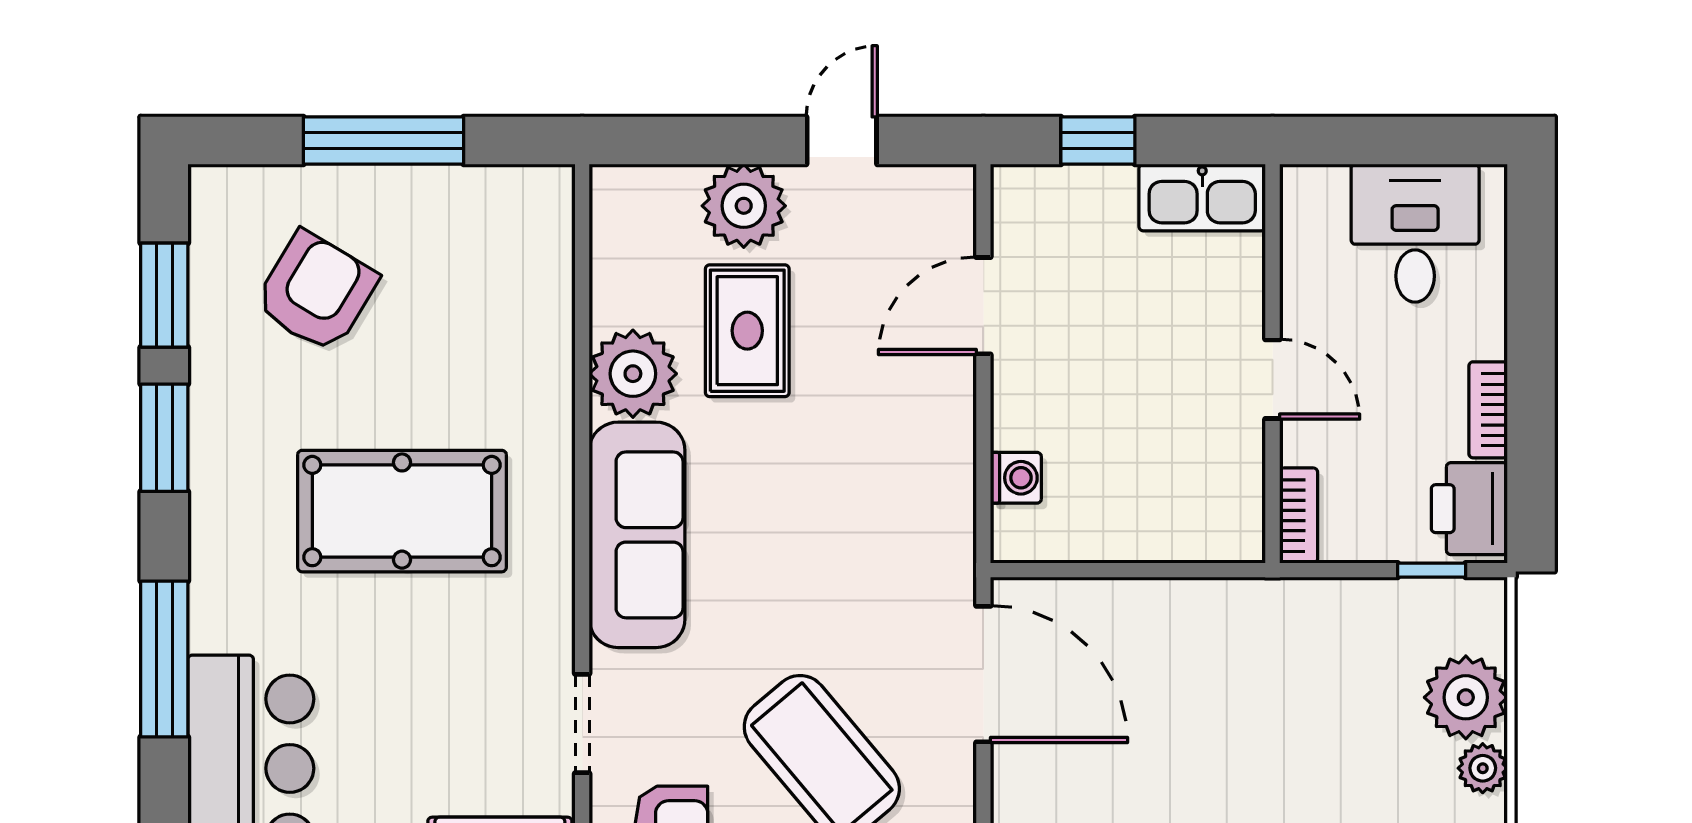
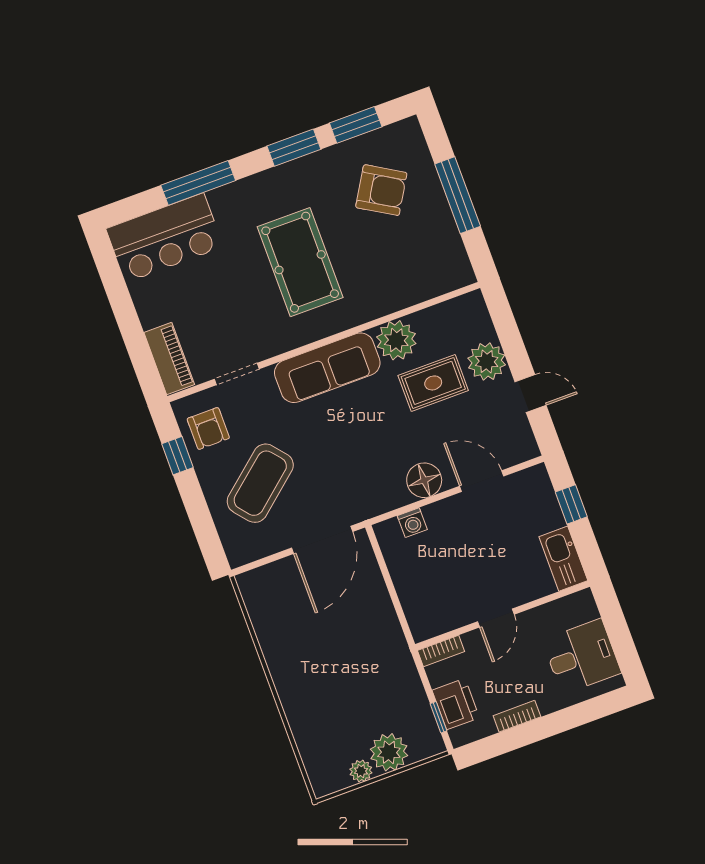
floor lamp: (939, 422) -> (424, 480), added
printer: (1469, 509) -> (456, 704), moved, turned 90

